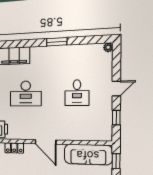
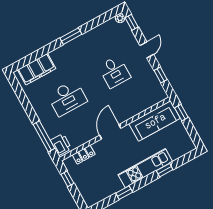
window: (117, 56) -> (132, 22), added
door: (46, 142) -> (110, 132), swing flipped

